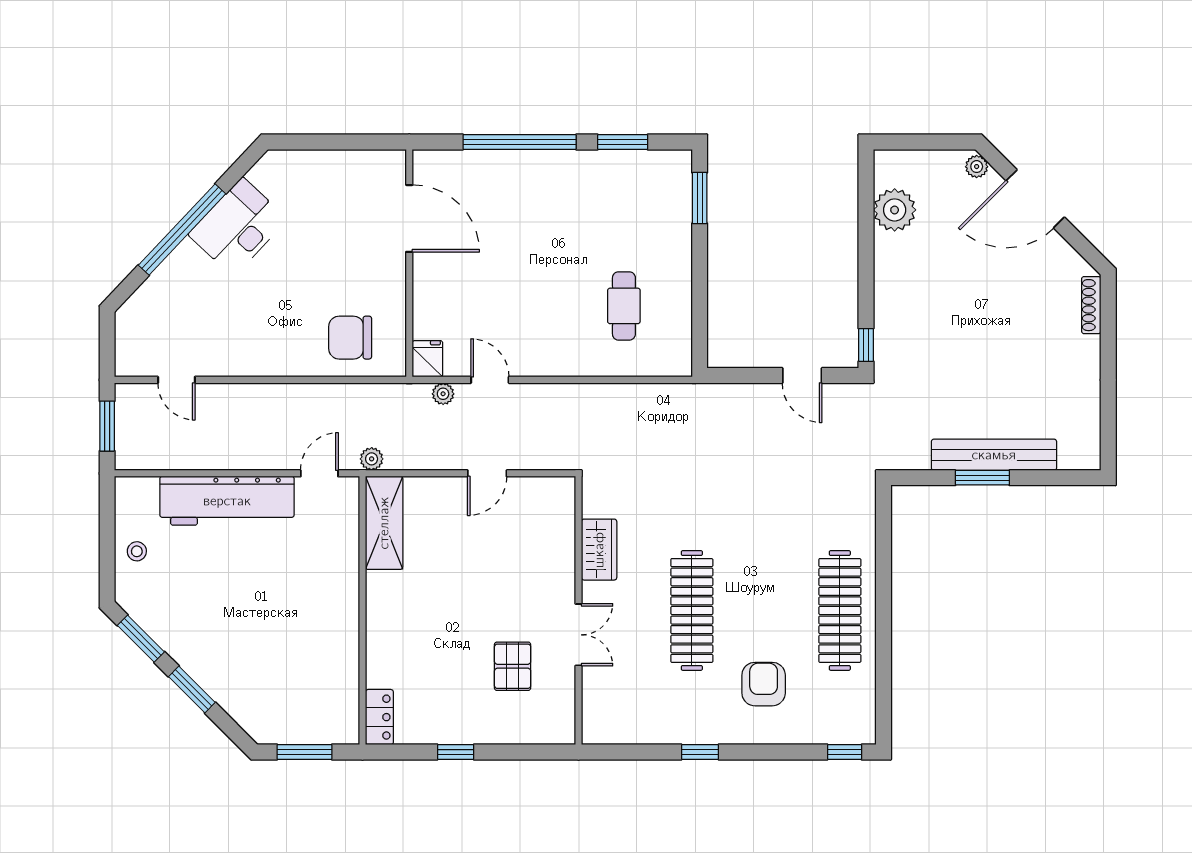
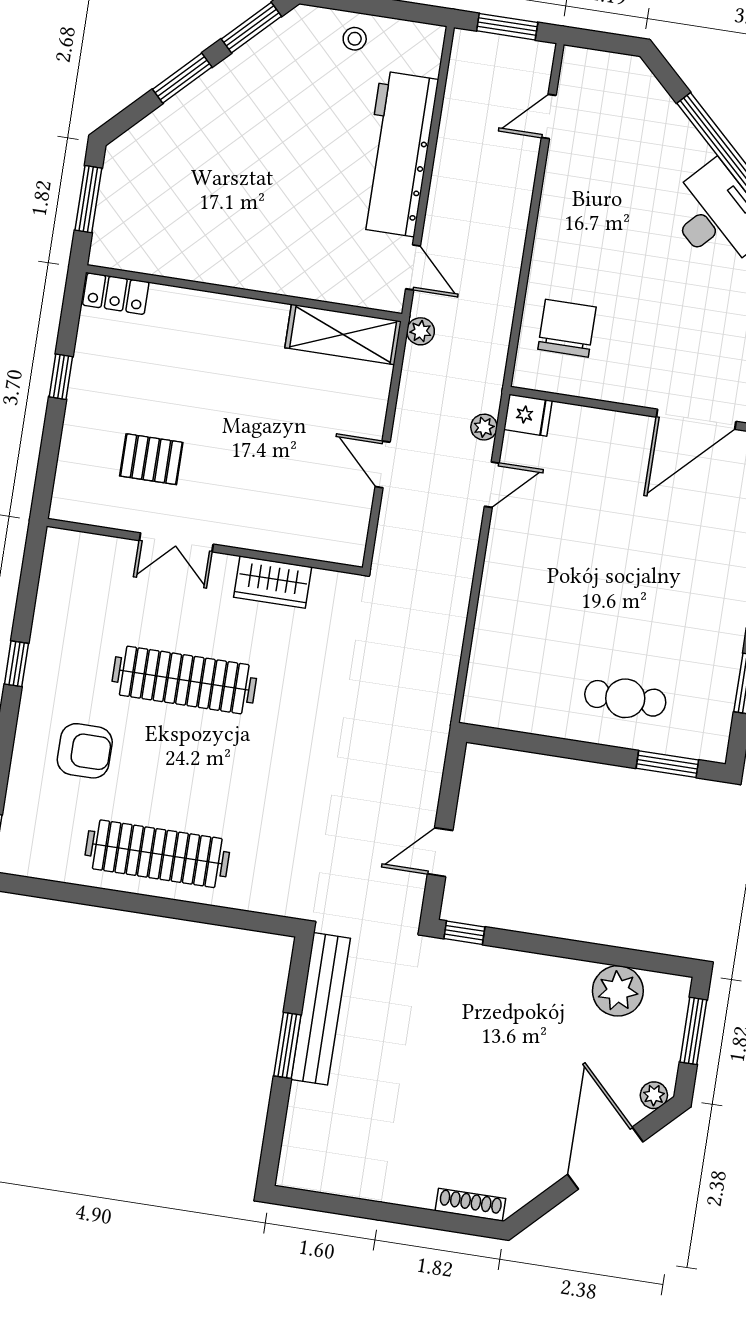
window: (918, 142) -> (693, 1031), added
cafe table: (624, 306) -> (625, 698), moved
bench: (994, 455) -> (321, 1009), moved

